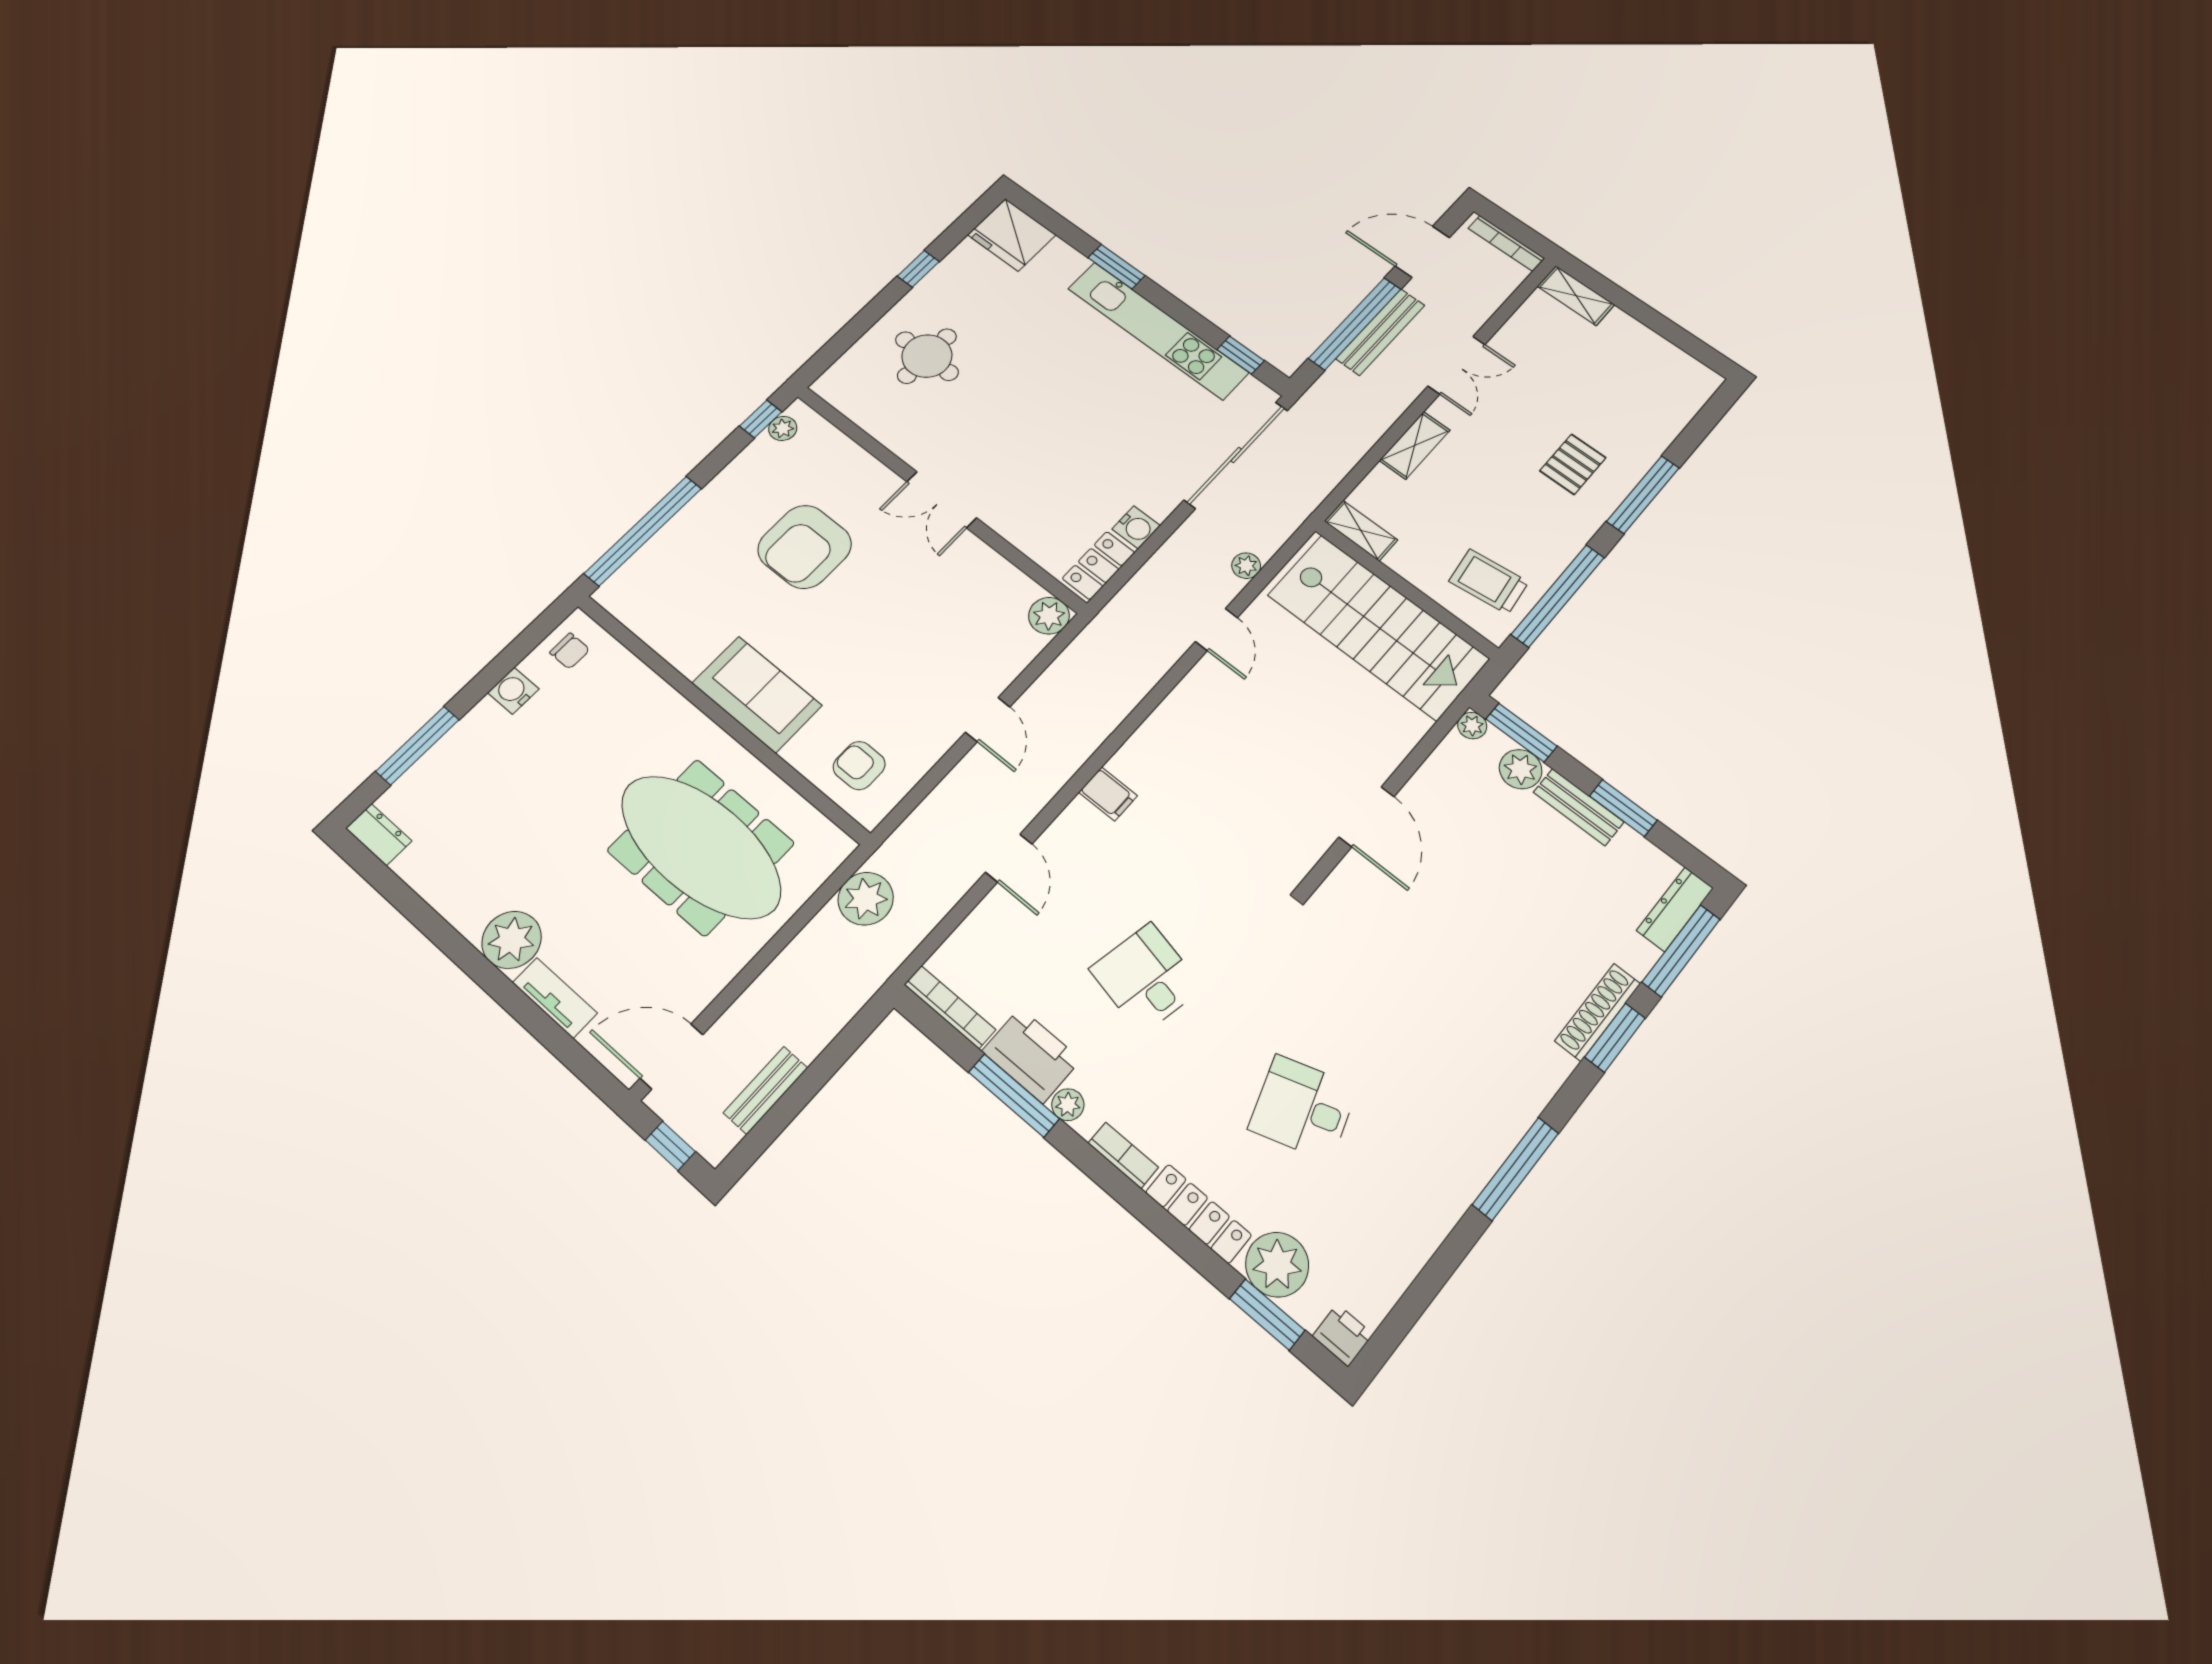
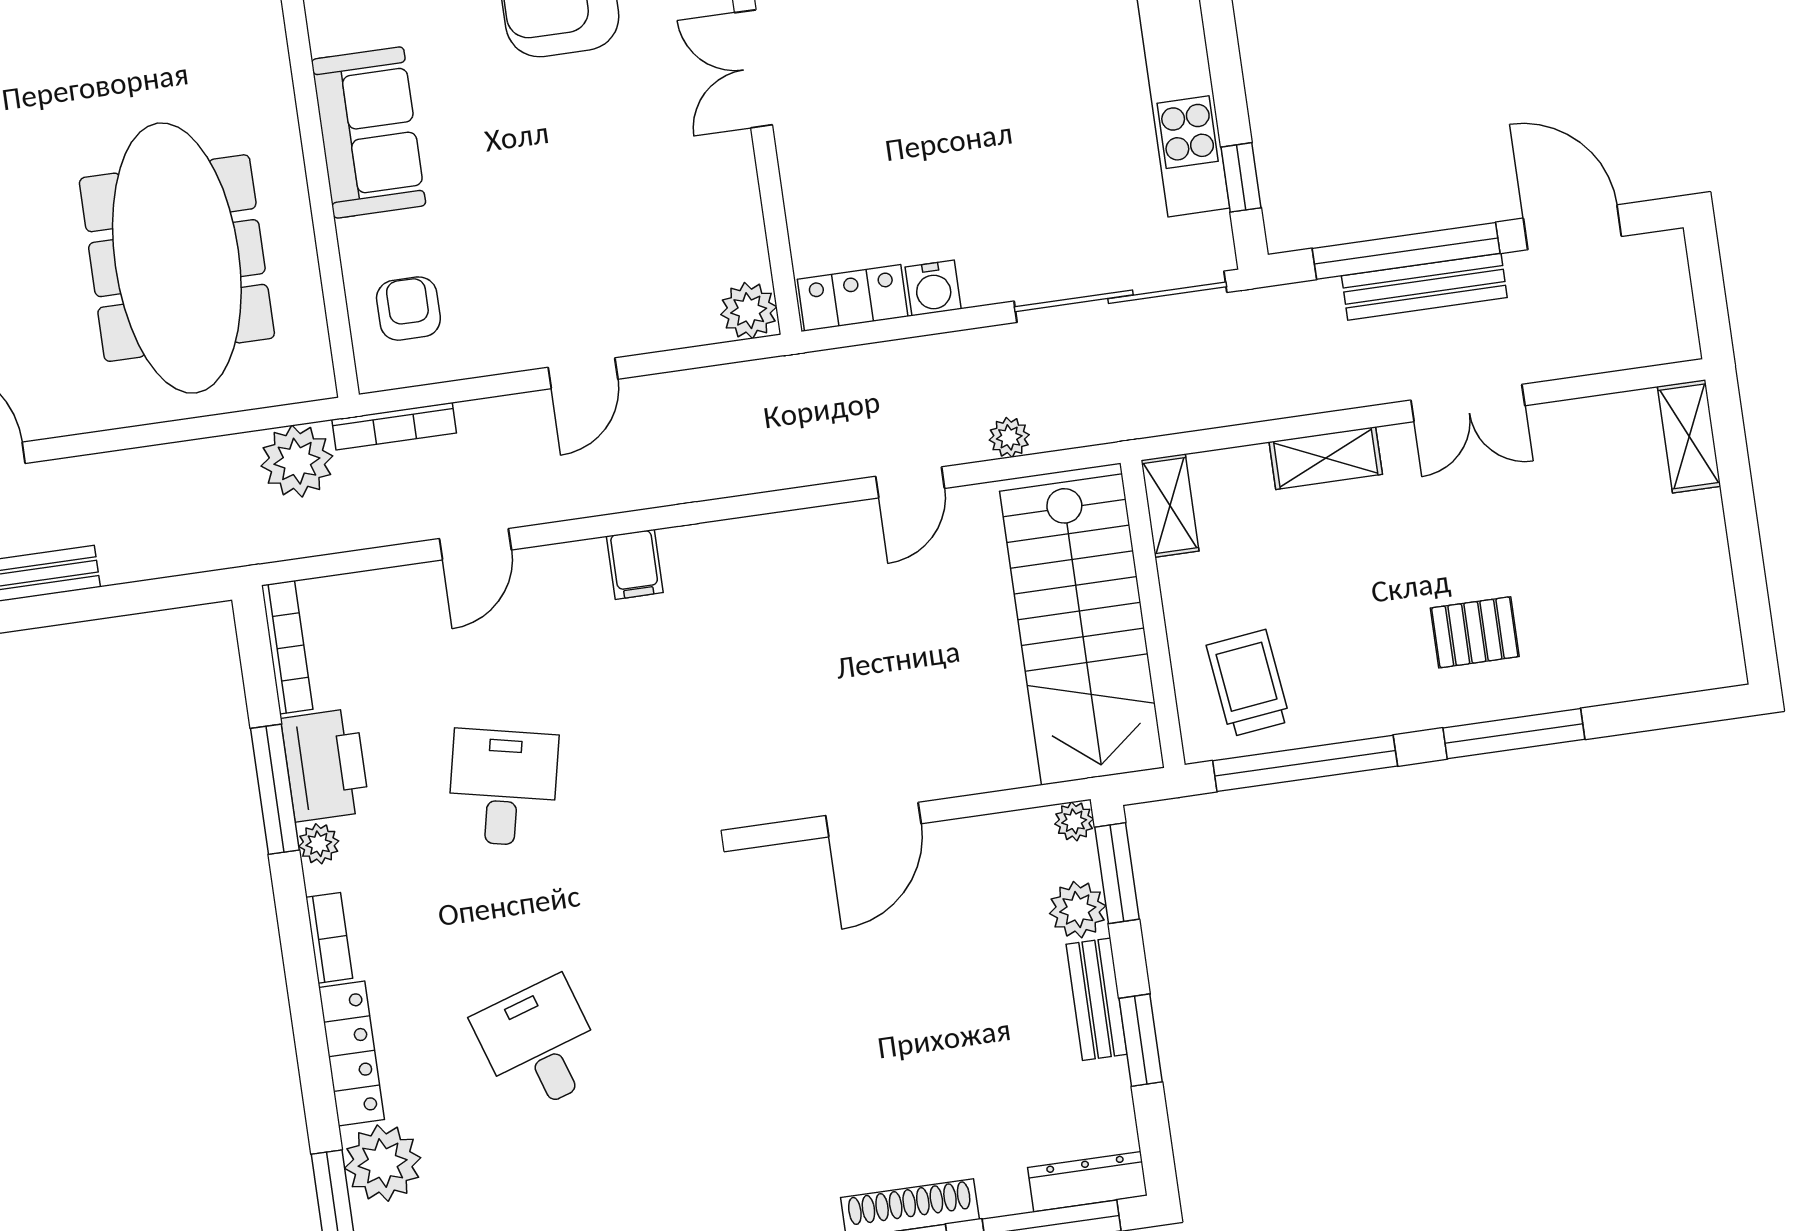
bookcase: (1506, 243) -> (394, 426), moved, turned -90

